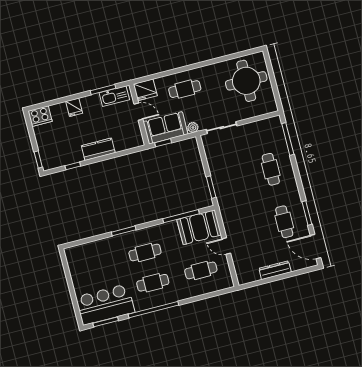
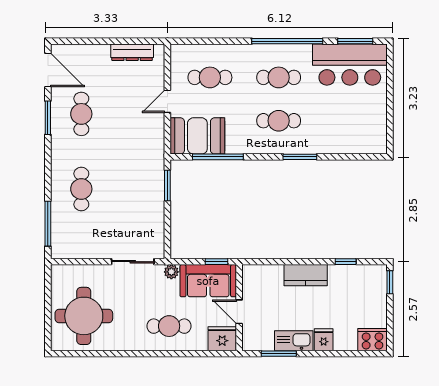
kitchen sink: (114, 96) -> (294, 341), moved
door: (226, 246) -> (167, 101), swing flipped
dresser: (275, 270) -> (132, 52), moved

